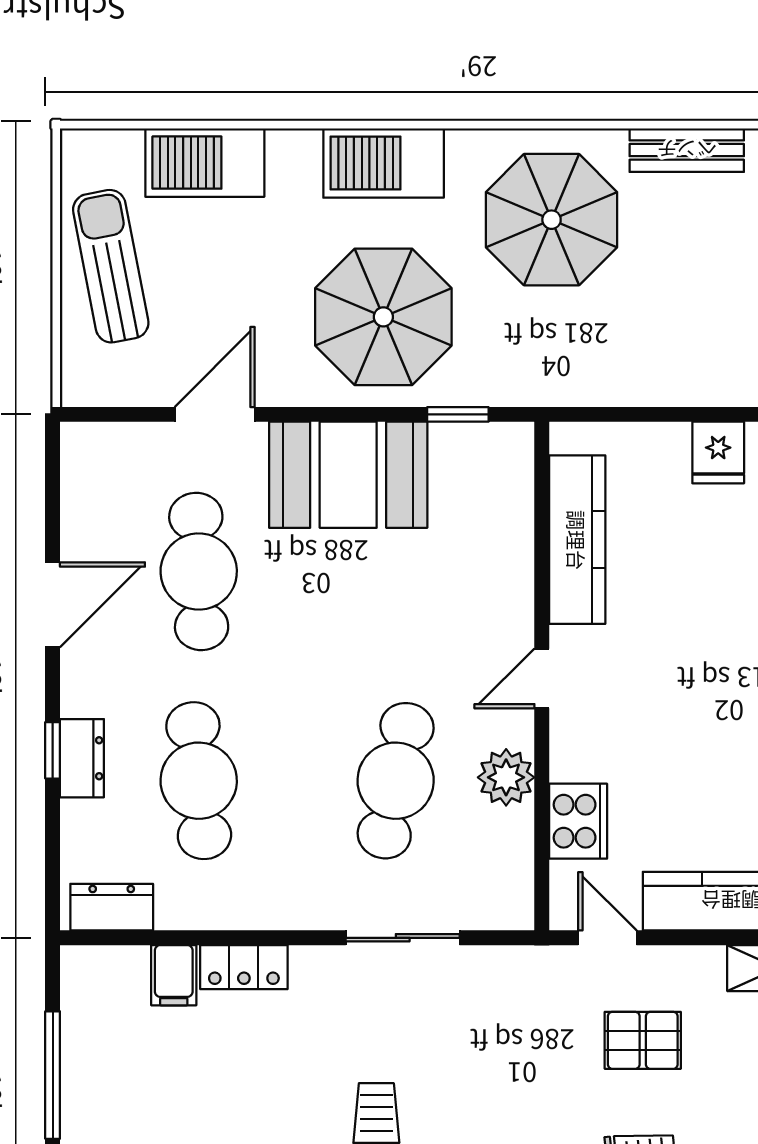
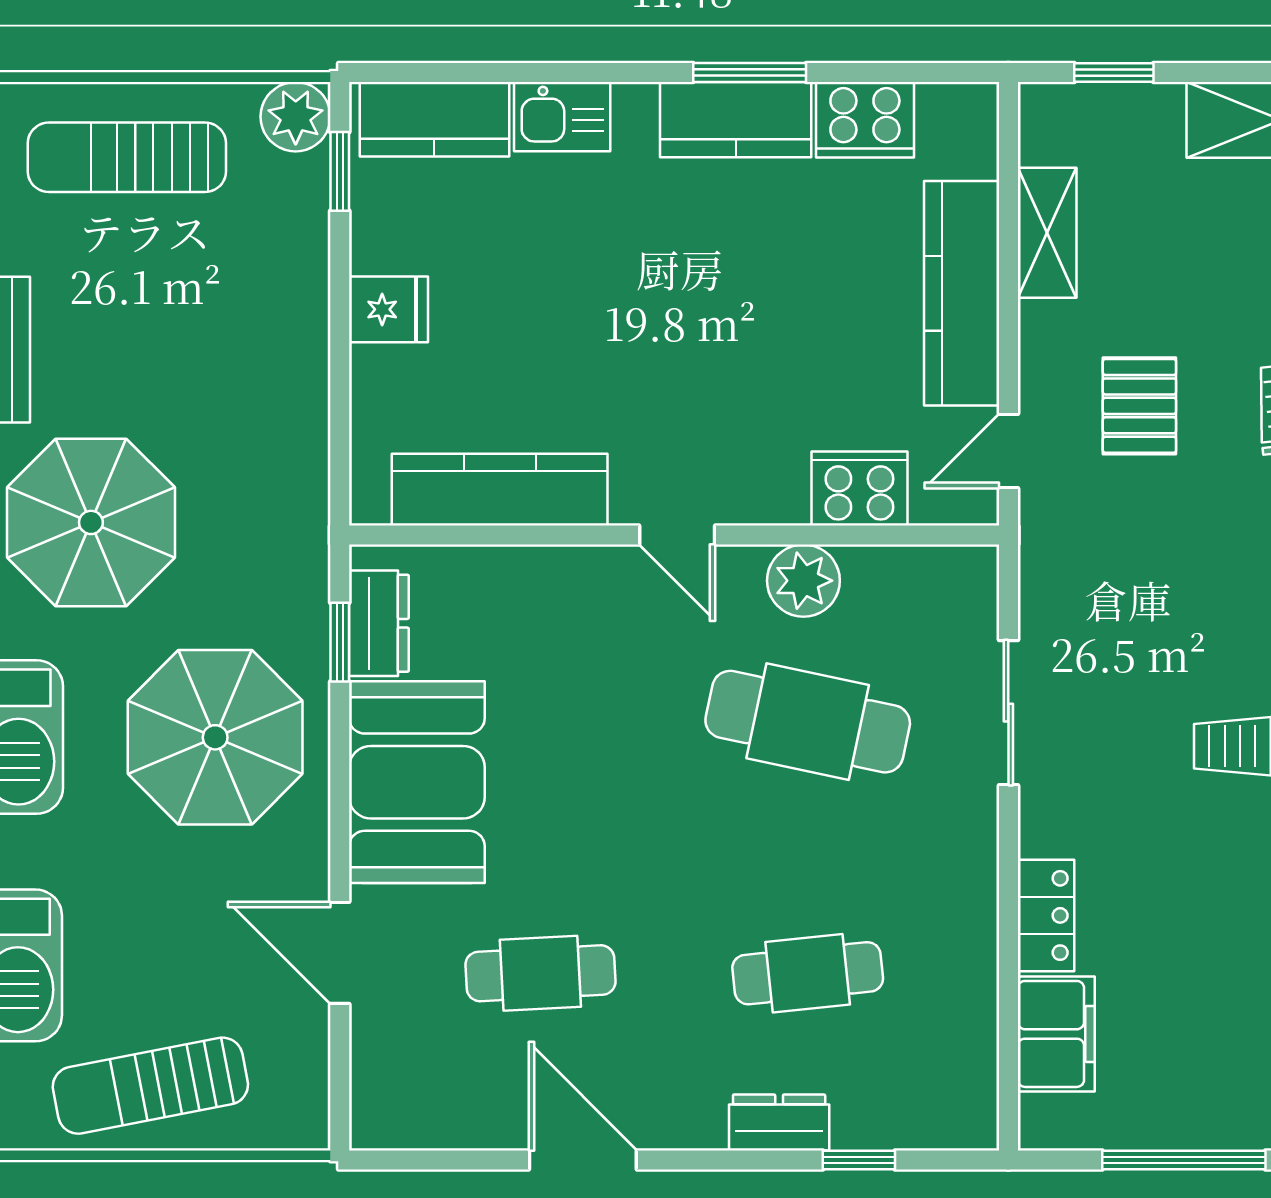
cafe table: (199, 572) -> (540, 973), width x0.73, depth x0.74
window: (53, 750) -> (859, 1160), moved
cafe table: (199, 781) -> (808, 973), width x0.73, depth x0.74
dresser: (112, 907) -> (379, 623), moved, turned 180
filing cabinet: (174, 975) -> (1056, 1034), width x2.00

